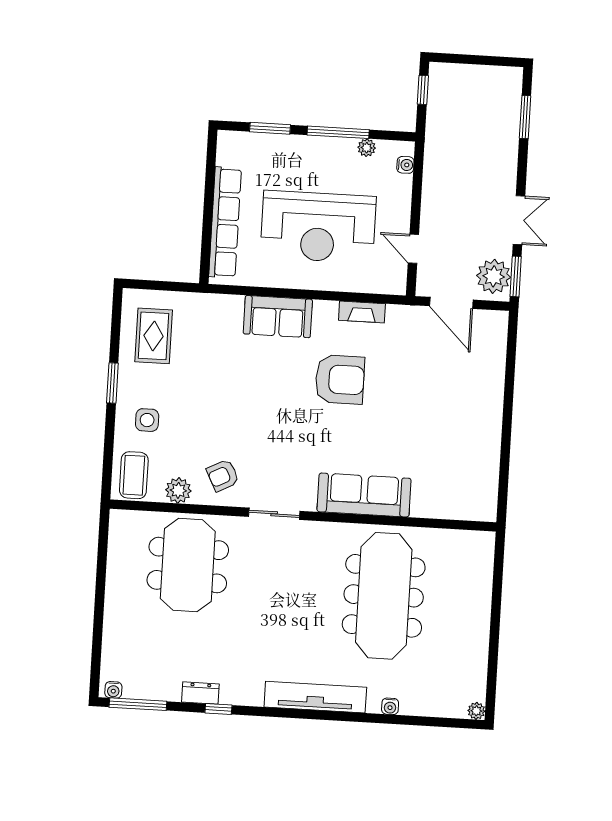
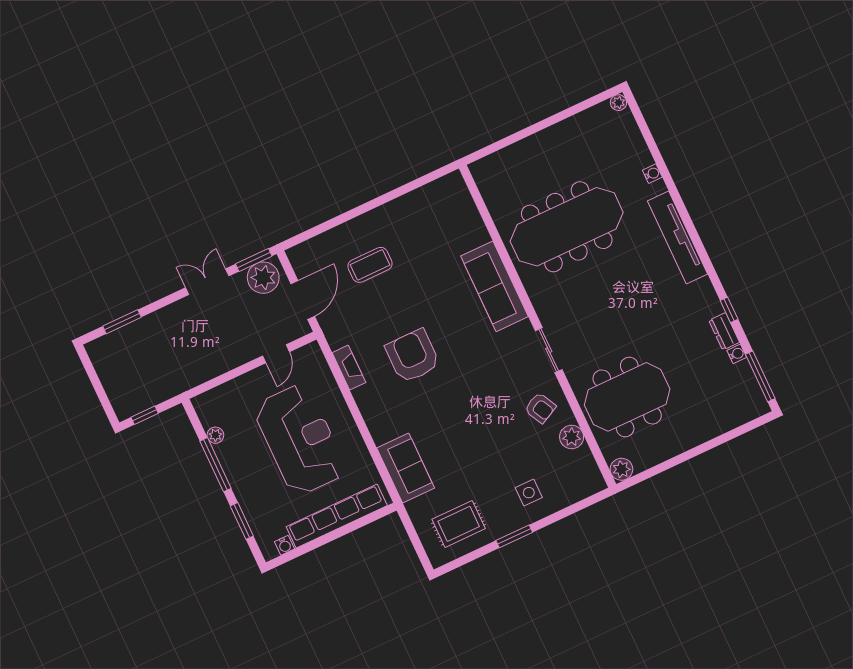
water cooler: (405, 165) -> (285, 545), moved, turned 180
sofa: (278, 317) -> (406, 468), moved
coffee table: (134, 475) -> (370, 265), moved
plant: (121, 522) -> (621, 469), added
water cooler: (113, 690) -> (737, 354), moved

